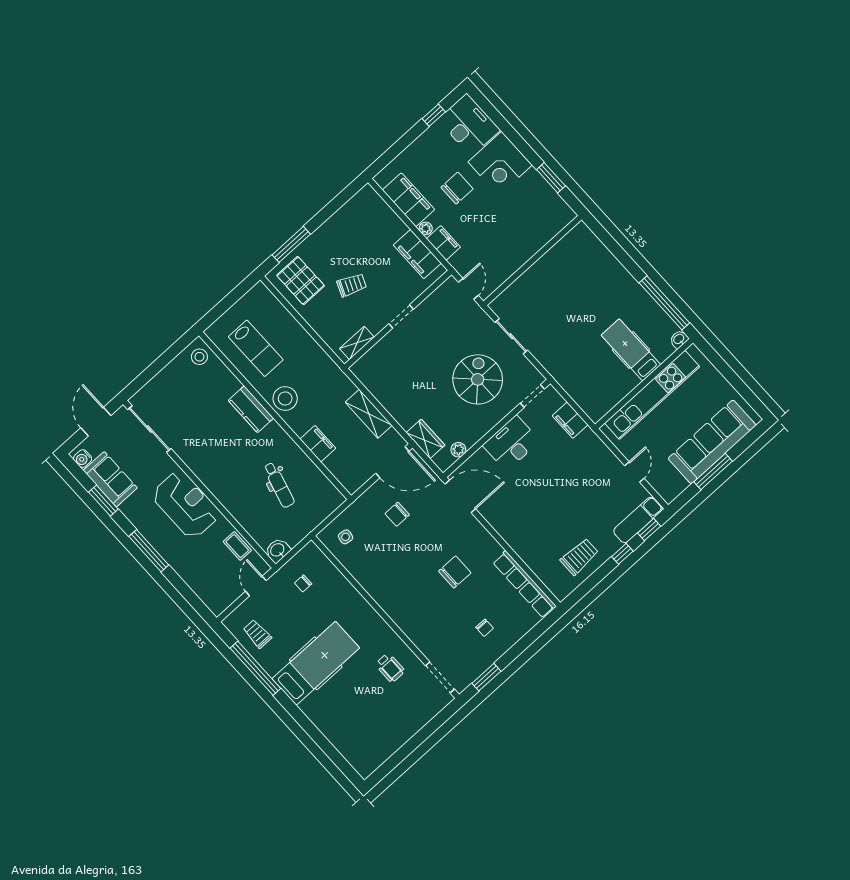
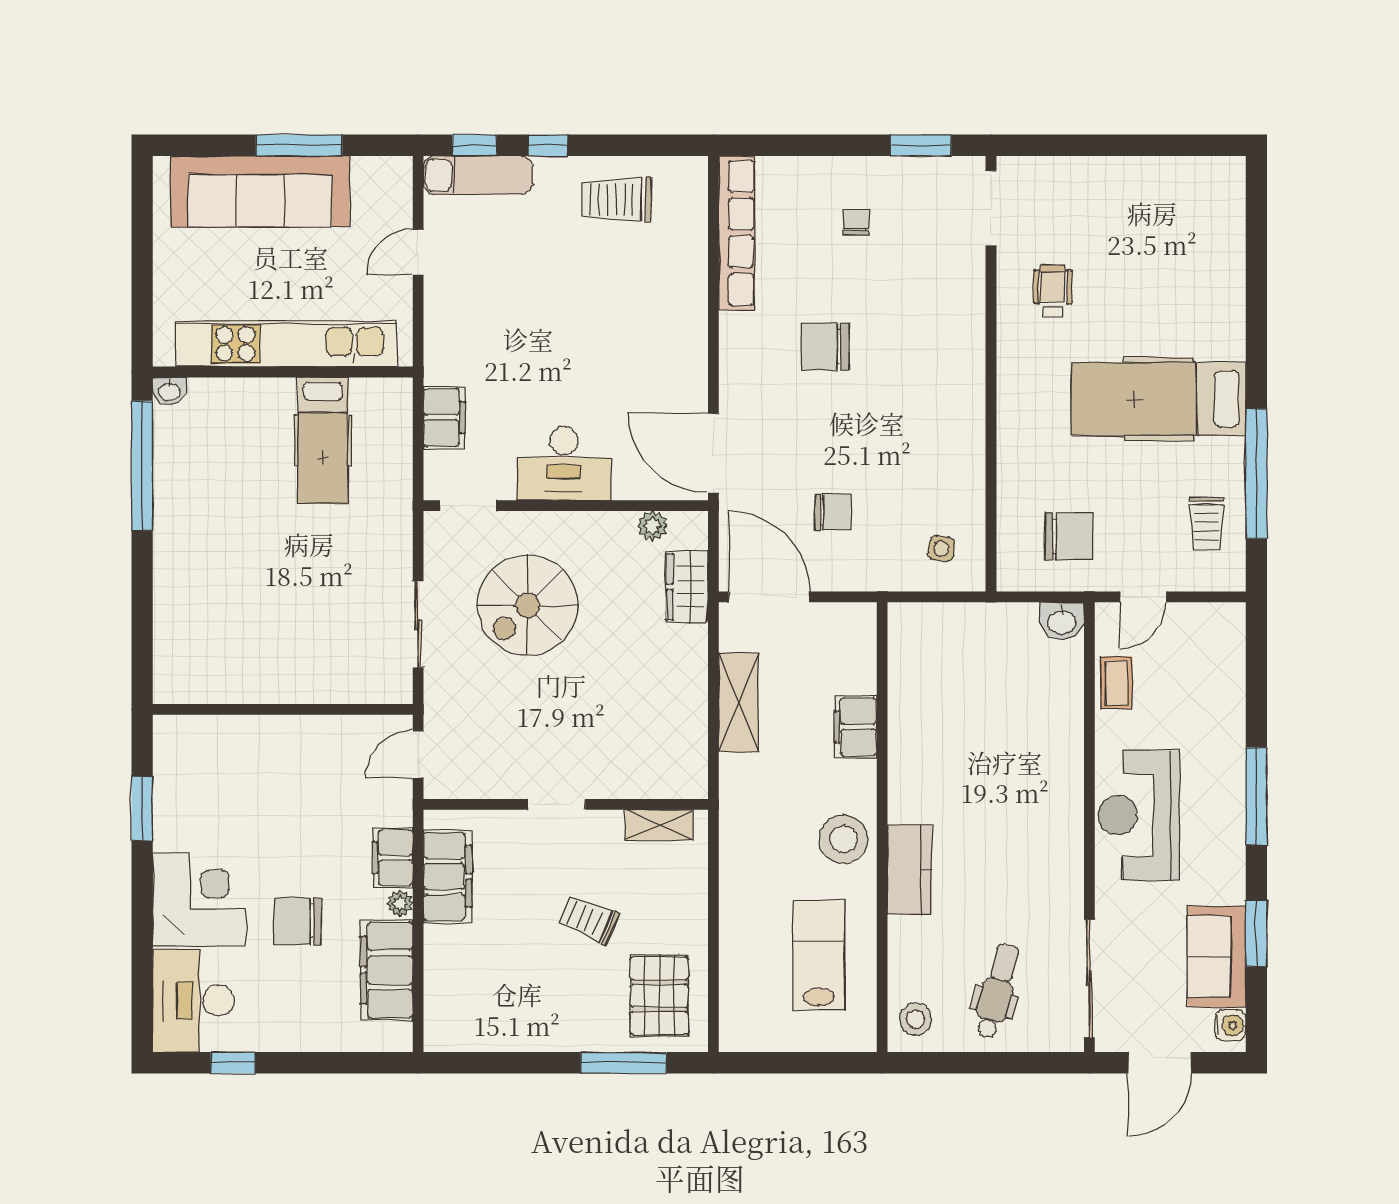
hospital bed: (631, 350) -> (323, 440), moved
dental chair: (279, 485) -> (997, 991), moved
chair: (303, 583) -> (1069, 536), width x1.87, depth x1.87

